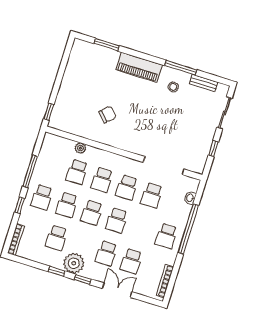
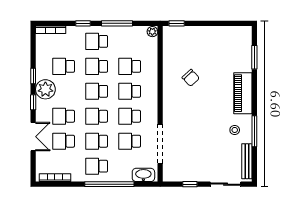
bench: (204, 83) -> (247, 161), width x1.36
plant: (80, 148) -> (152, 32), moved
washbasin: (190, 198) -> (143, 175), width x1.91, depth x1.45
school desk: (141, 228) -> (97, 141), added

